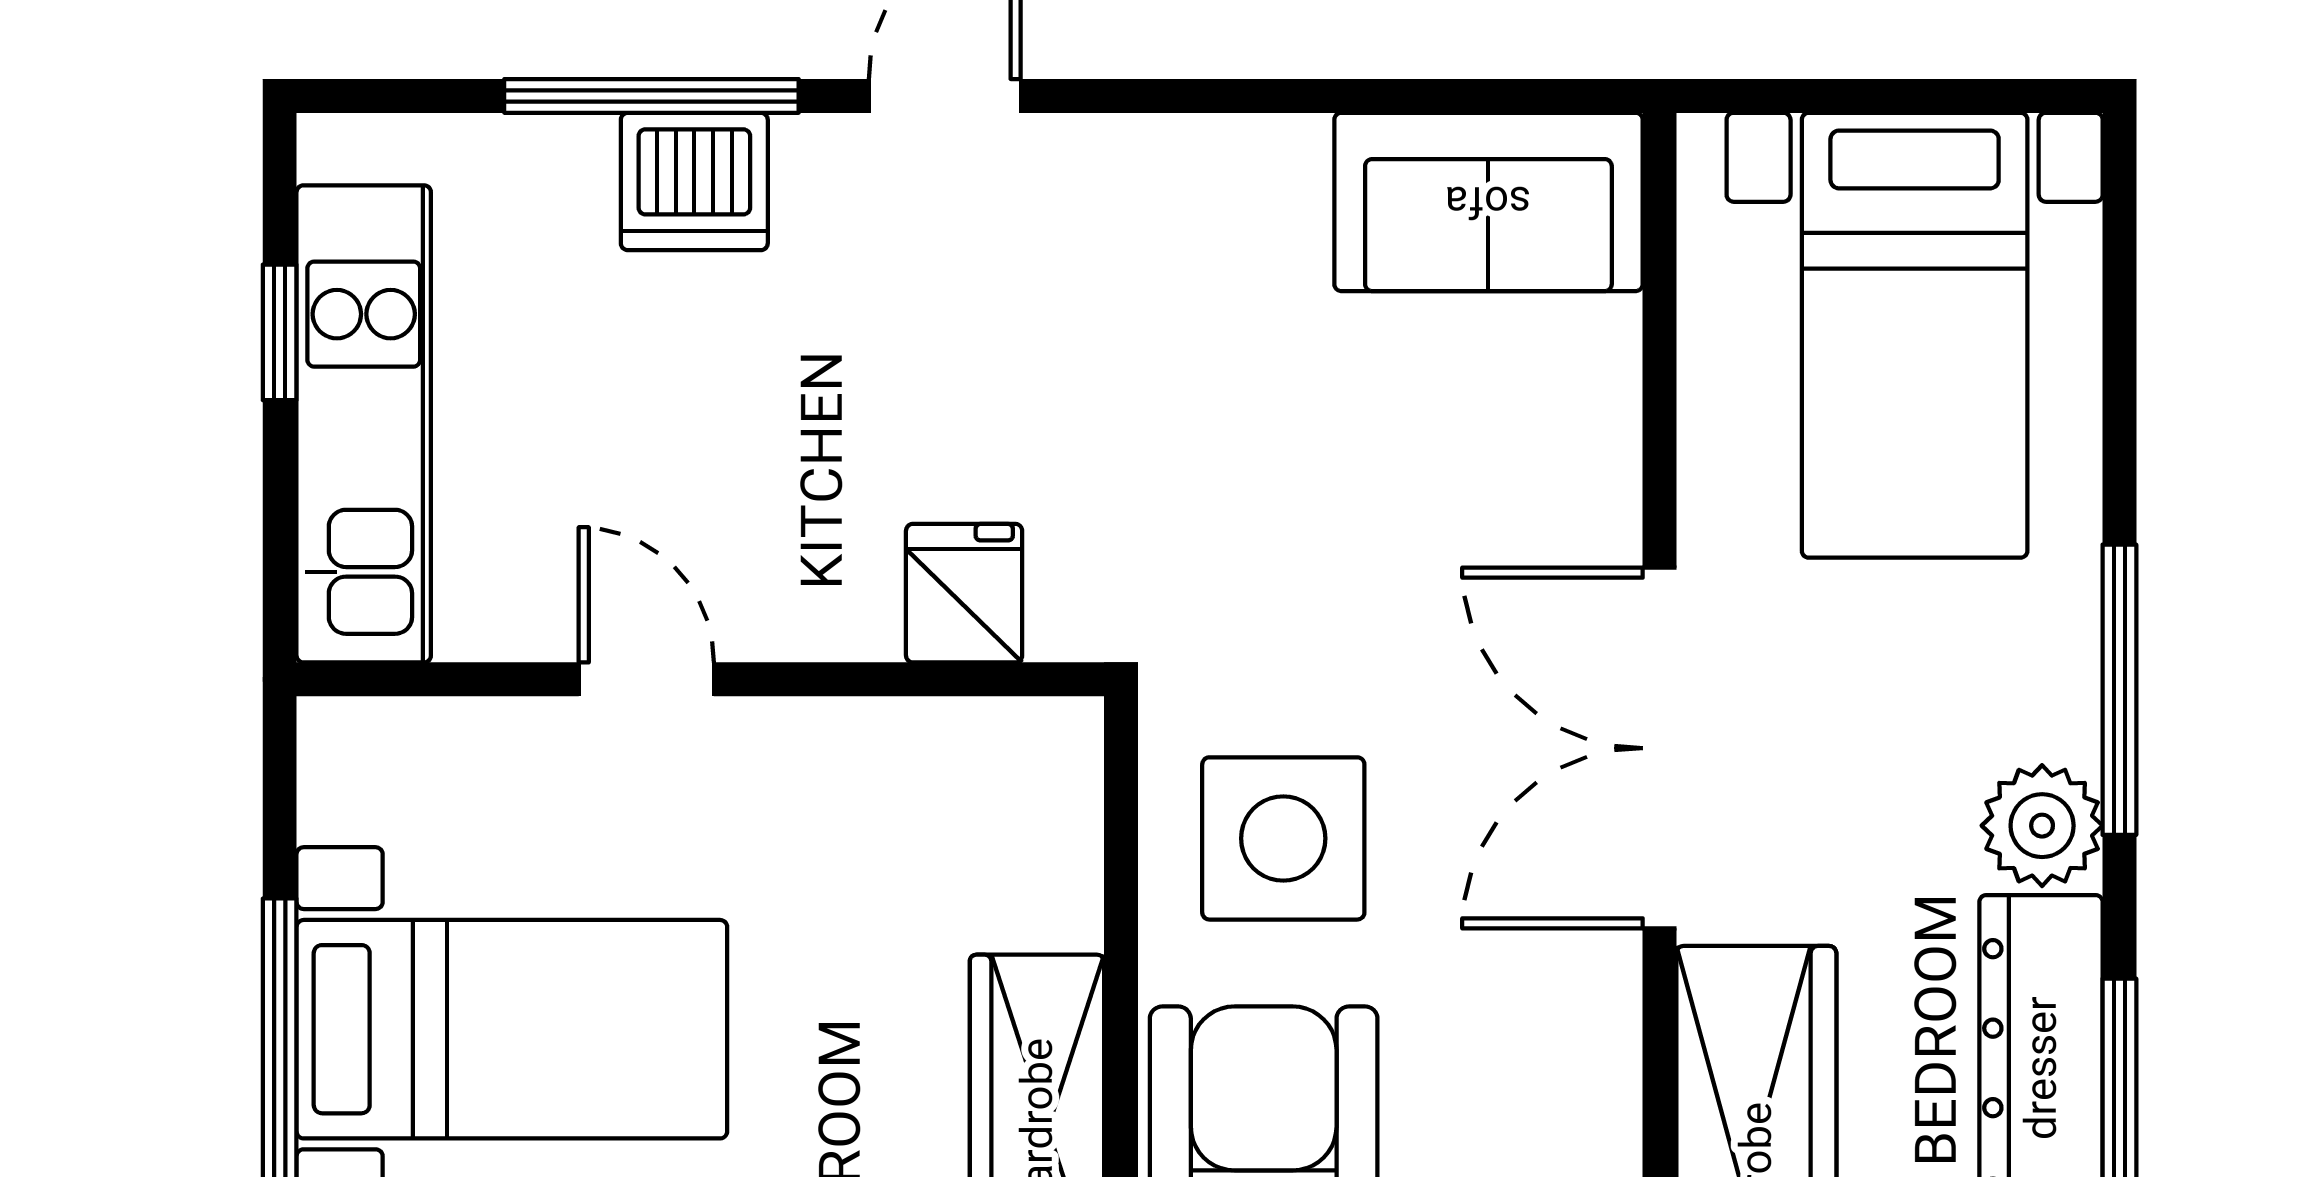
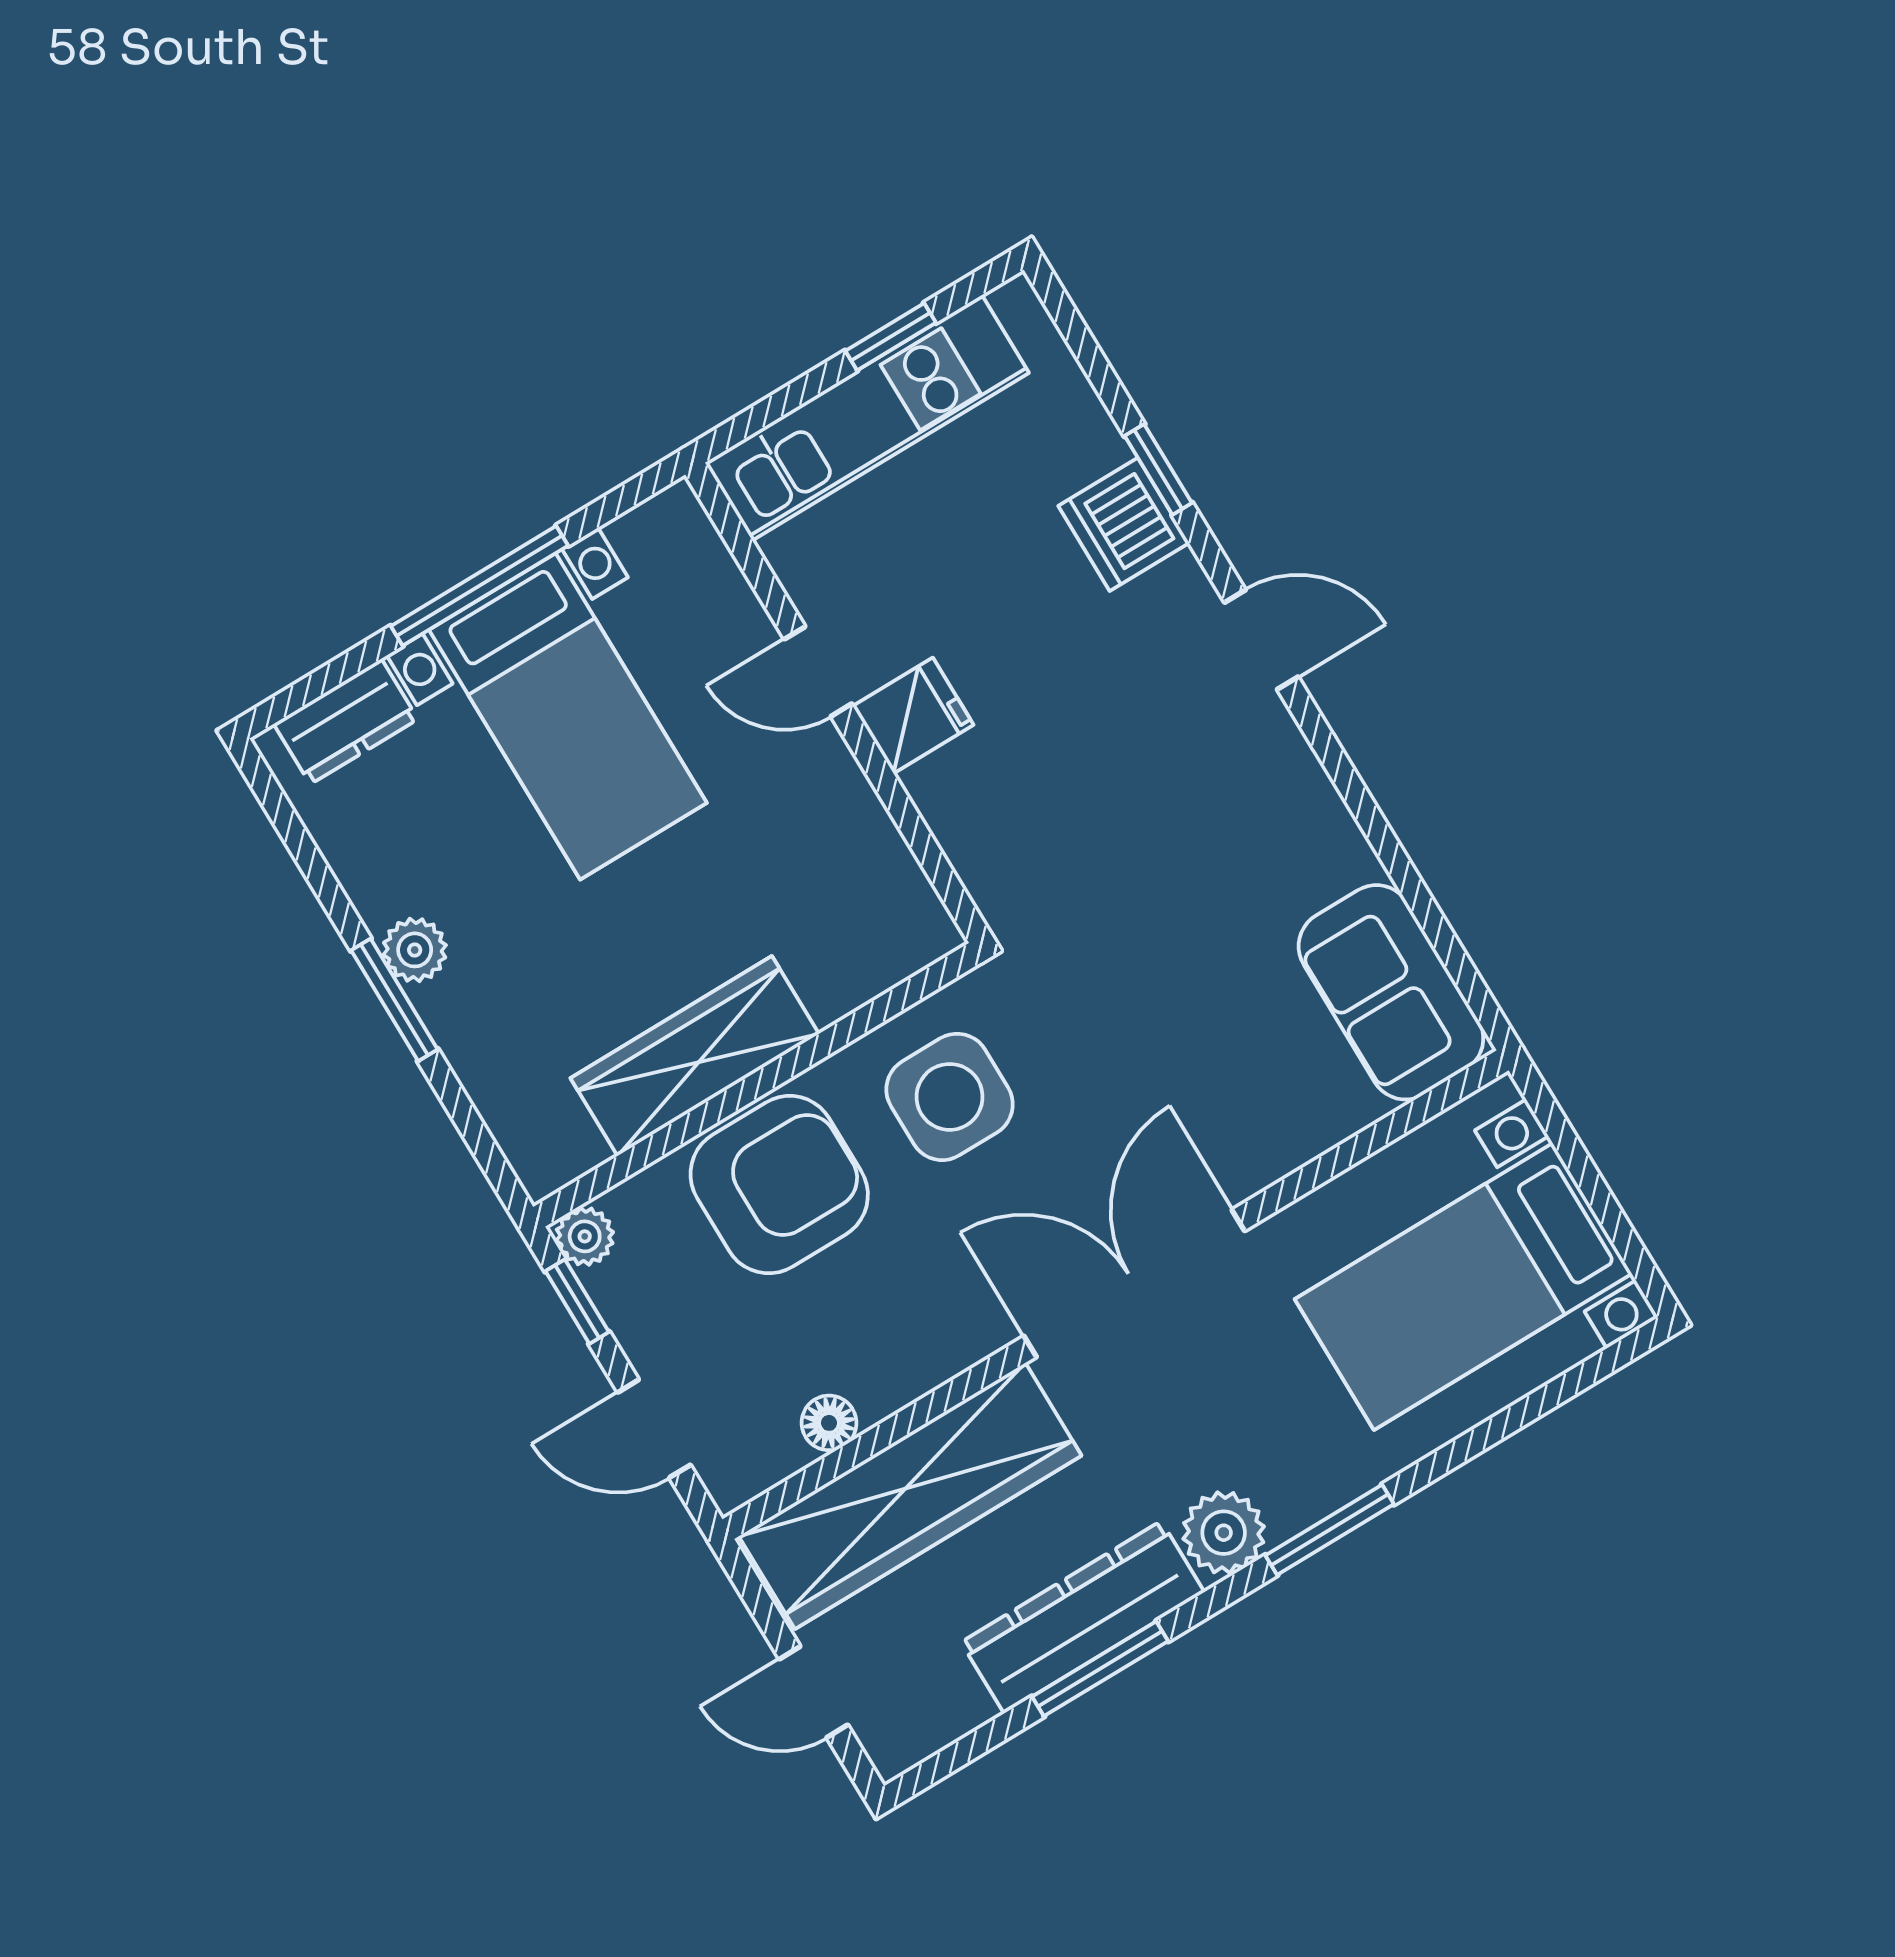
window: (651, 96) -> (1158, 469), width x0.46
fridge: (964, 593) -> (913, 715), moved
door: (646, 679) -> (818, 671), swing flipped
window: (2119, 690) -> (1330, 1530), width x0.69

